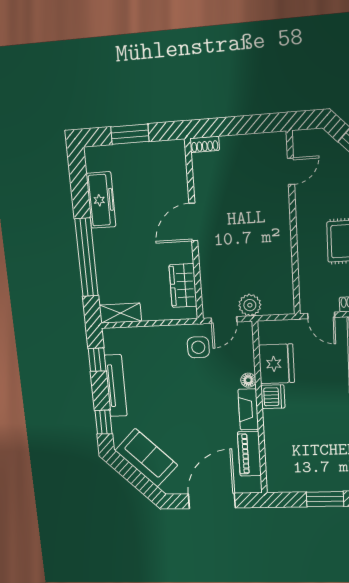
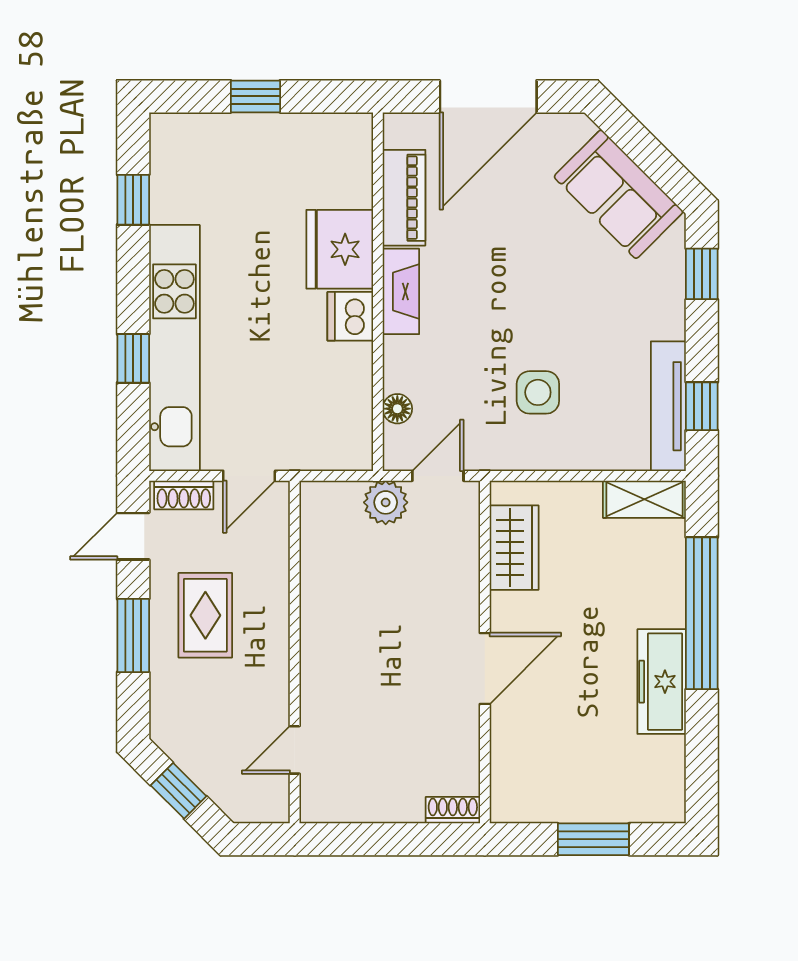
freezer: (101, 200) -> (662, 682), moved
door: (321, 315) -> (249, 476), swing flipped
side table: (198, 347) -> (538, 392), moved
fridge: (277, 364) -> (340, 249), moved
floor lamp: (248, 380) -> (397, 409), moved
tv unit: (116, 386) -> (668, 406), moved
window: (325, 499) -> (255, 96), width x0.67

